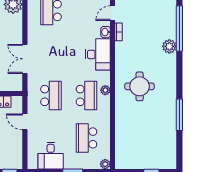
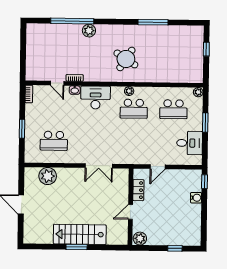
round table: (140, 86) -> (126, 59), turned 33
school desk: (51, 95) -> (133, 142), removed
school desk: (86, 95) -> (134, 109), turned 180

